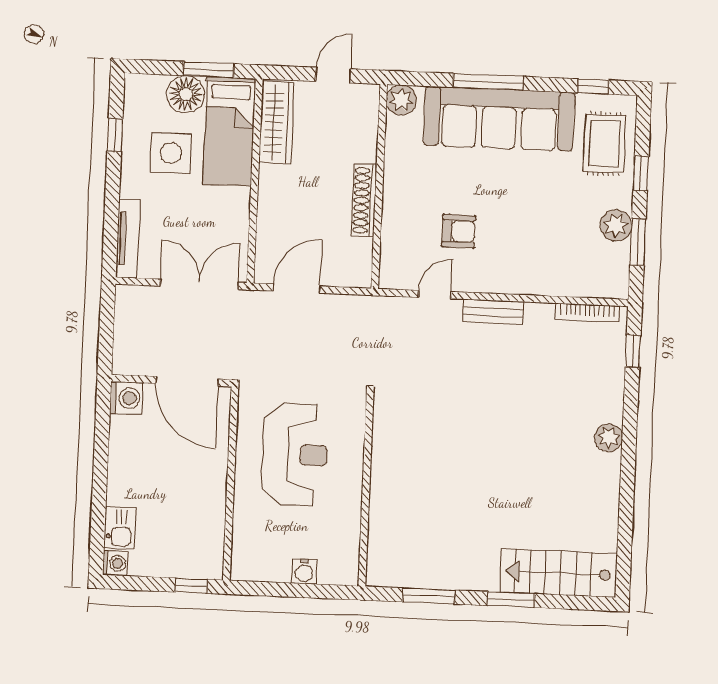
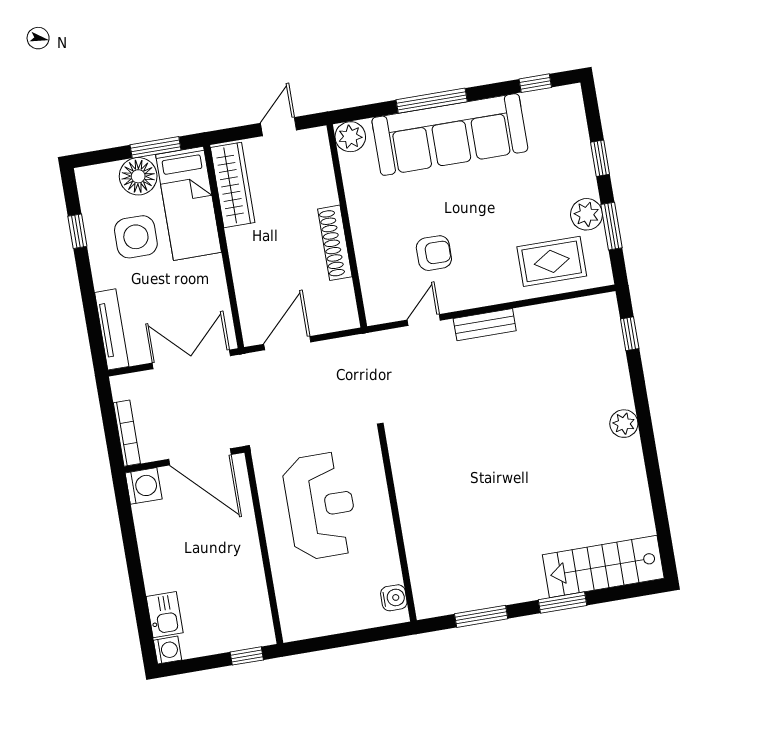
rug: (605, 144) -> (552, 261), moved, turned 90
bookcase: (587, 313) -> (127, 433), moved, turned -90
water cooler: (304, 571) -> (394, 598), moved, turned -90

